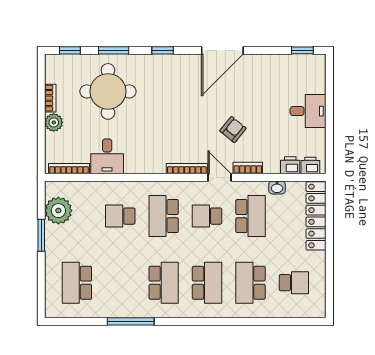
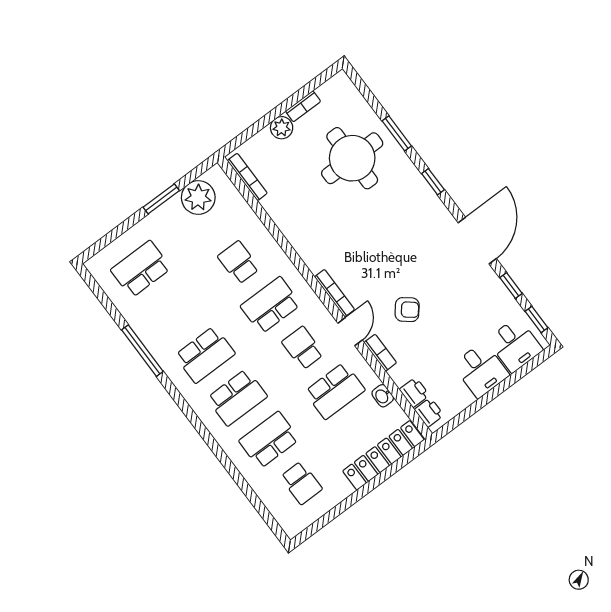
window: (70, 50) -> (511, 285), moved
door: (222, 50) -> (477, 241), swing flipped
desk: (107, 156) -> (515, 345), moved, turned -90

